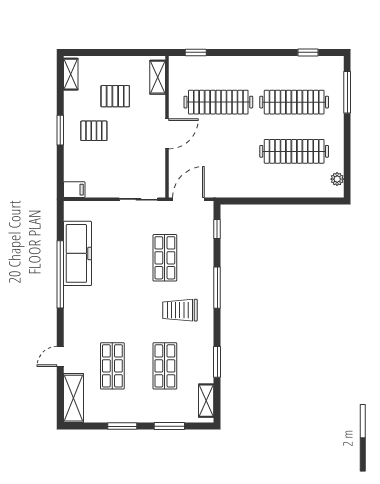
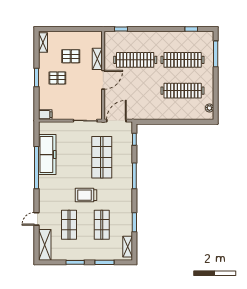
shelving: (158, 77) -> (97, 59), moved
shop shelf: (165, 258) -> (102, 157), width x1.43, depth x1.36
trolley: (180, 310) -> (86, 195), moved

